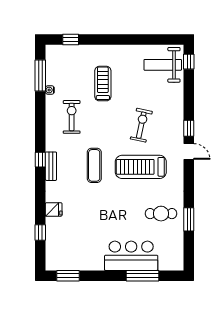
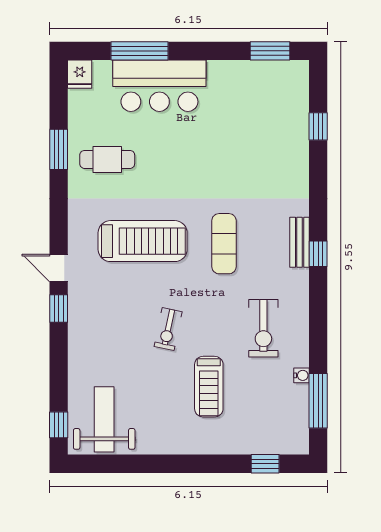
weight bench: (163, 65) -> (104, 419), turned -90
exercise bike: (141, 125) -> (168, 329), moved, width x0.73, depth x0.72
fridge: (54, 209) -> (80, 74), moved, turned -90

